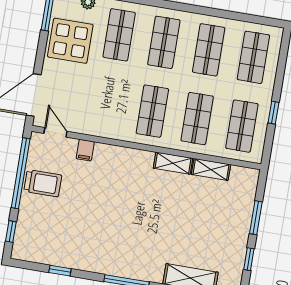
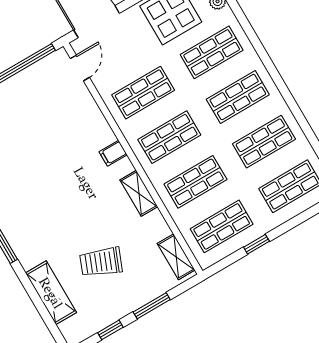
shop shelf: (108, 104) -> (143, 93), added
filing cabinet: (85, 150) -> (113, 153), moved
shelving: (211, 169) -> (176, 257), moved
trolley: (43, 183) -> (101, 262), moved, turned 112

